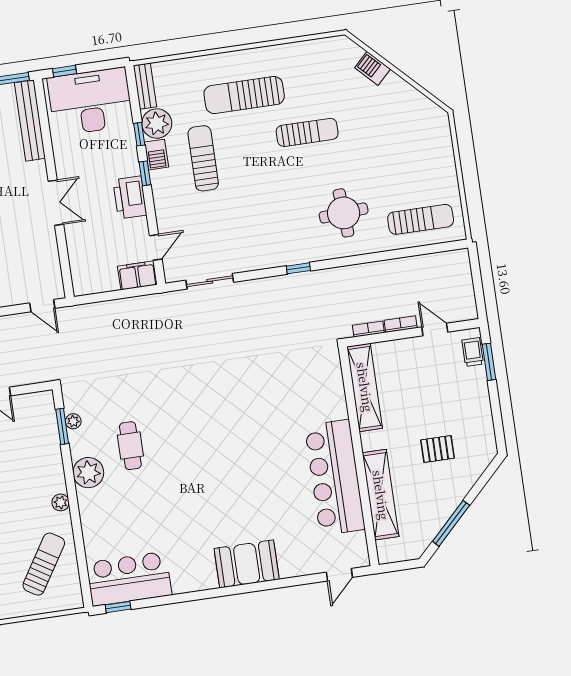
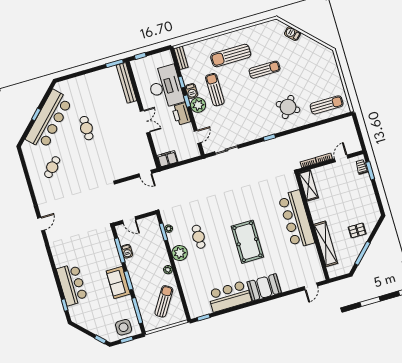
desk: (90, 101) -> (165, 87), moved, turned 90
plant: (157, 124) -> (198, 105), moved
round table: (344, 213) -> (288, 107), turned 38
filing cabinet: (137, 275) -> (167, 159), moved
door: (435, 330) -> (341, 158), hinge flipped
shelving: (365, 387) -> (309, 185), width x0.68
pallet: (437, 449) -> (357, 230), moved
pool table: (226, 469) -> (247, 242), added
bar counter: (335, 477) -> (296, 219), moved
bar counter: (129, 579) -> (229, 296), moved

